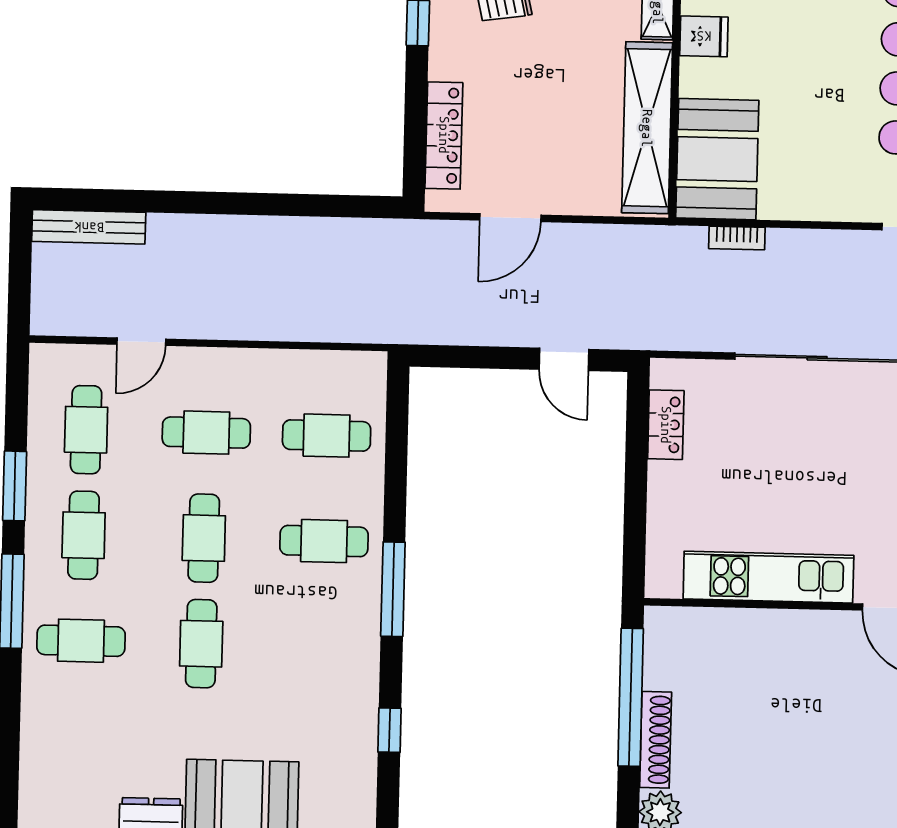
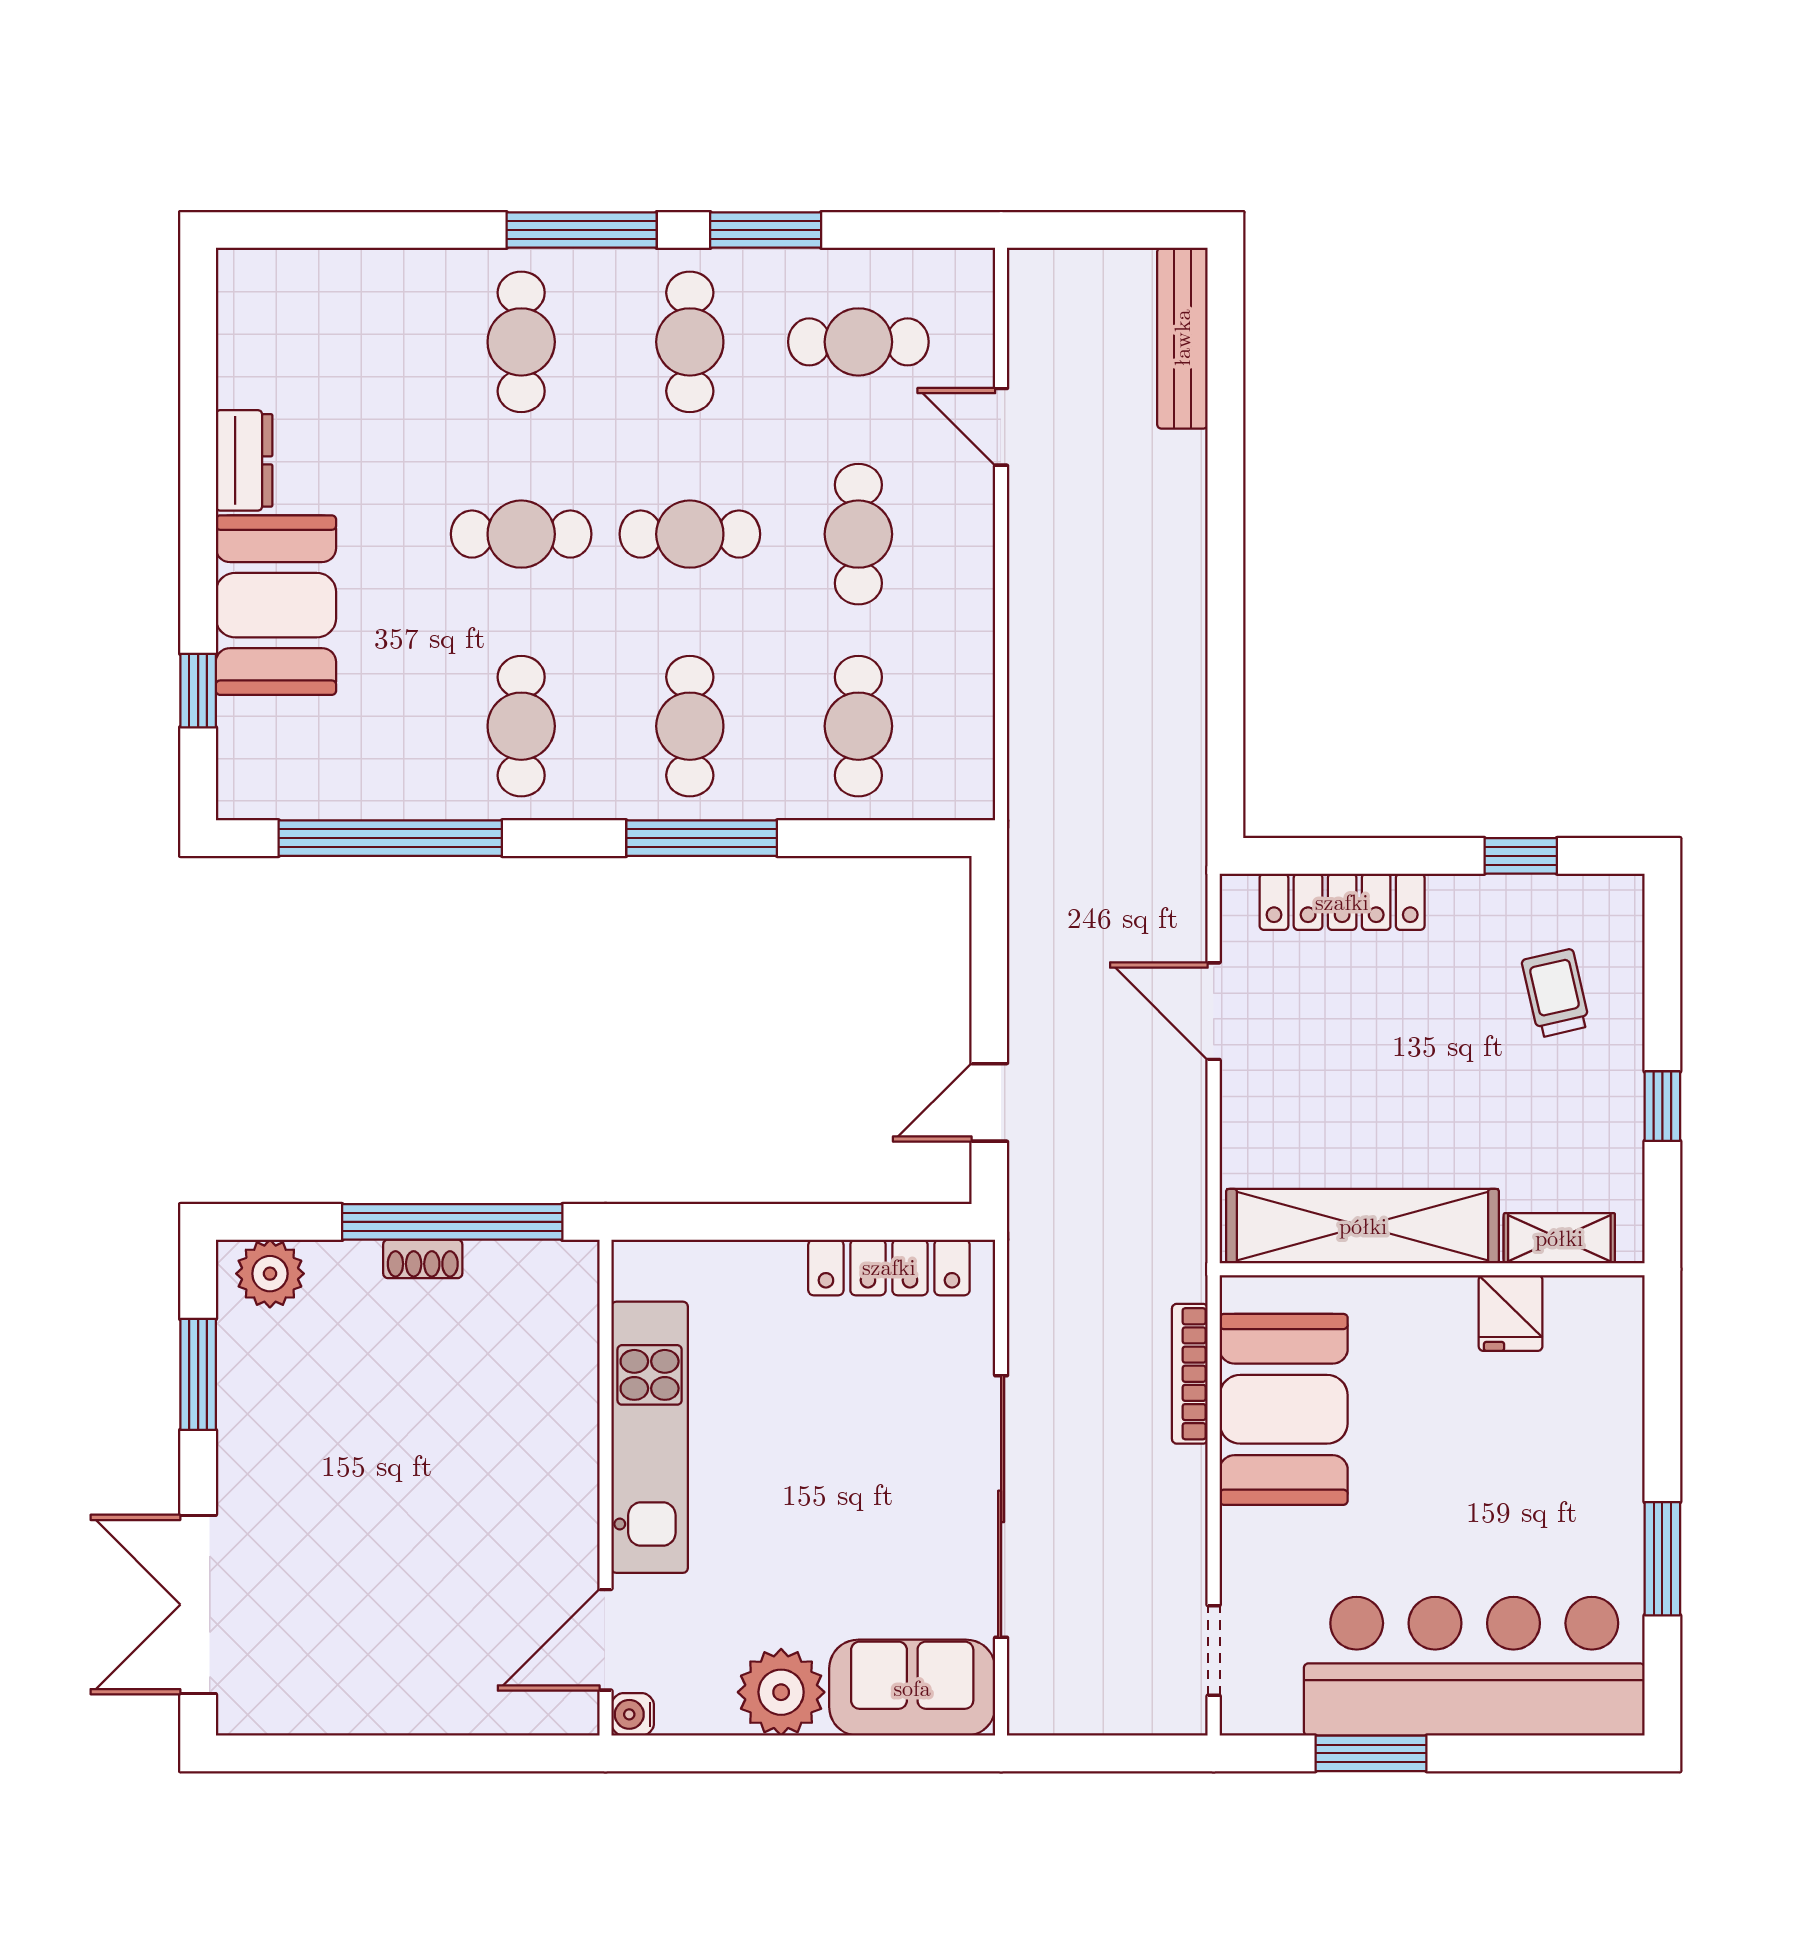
booth: (717, 159) -> (1284, 1409), moved, turned 90
bookcase: (737, 238) -> (1190, 1374), width x1.56
locker: (666, 425) -> (889, 1267), width x1.53
cafe table: (84, 535) -> (690, 342), turned 90
window: (393, 589) -> (702, 838), moved
cafe table: (321, 647) -> (521, 726), added
window: (389, 730) -> (390, 838), width x3.17
shoe rack: (656, 740) -> (423, 1259), width x0.51, depth x0.81

